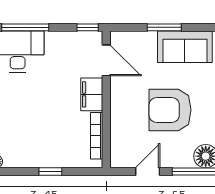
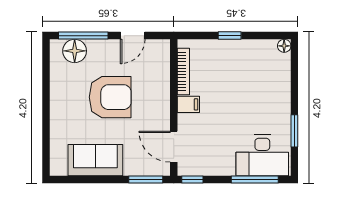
window: (164, 27) -> (146, 180), moved
filing cabinet: (92, 94) -> (188, 104), width x0.50

